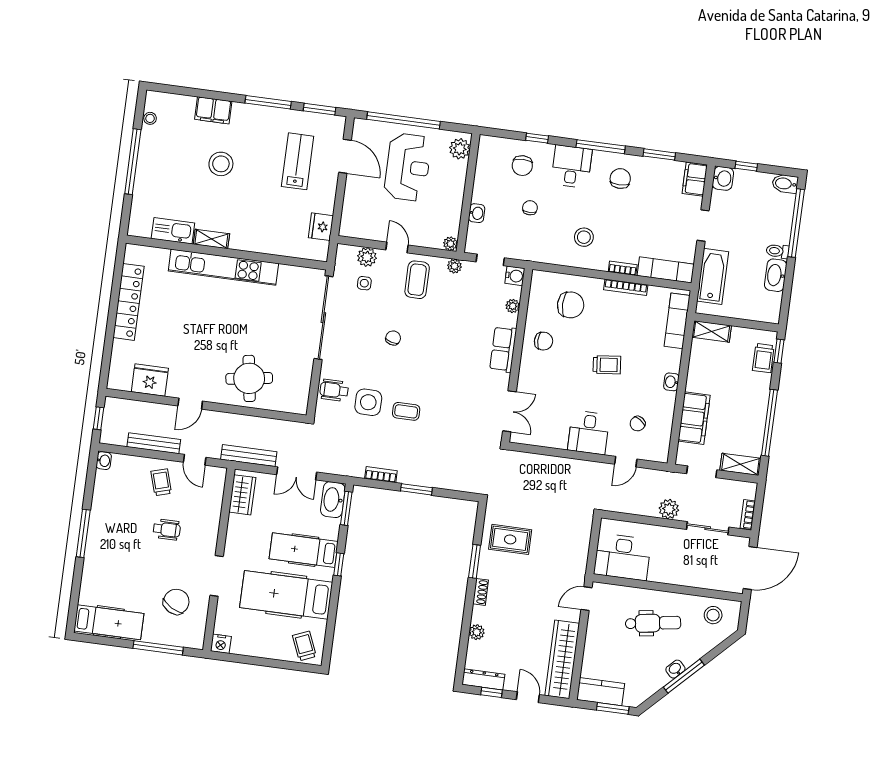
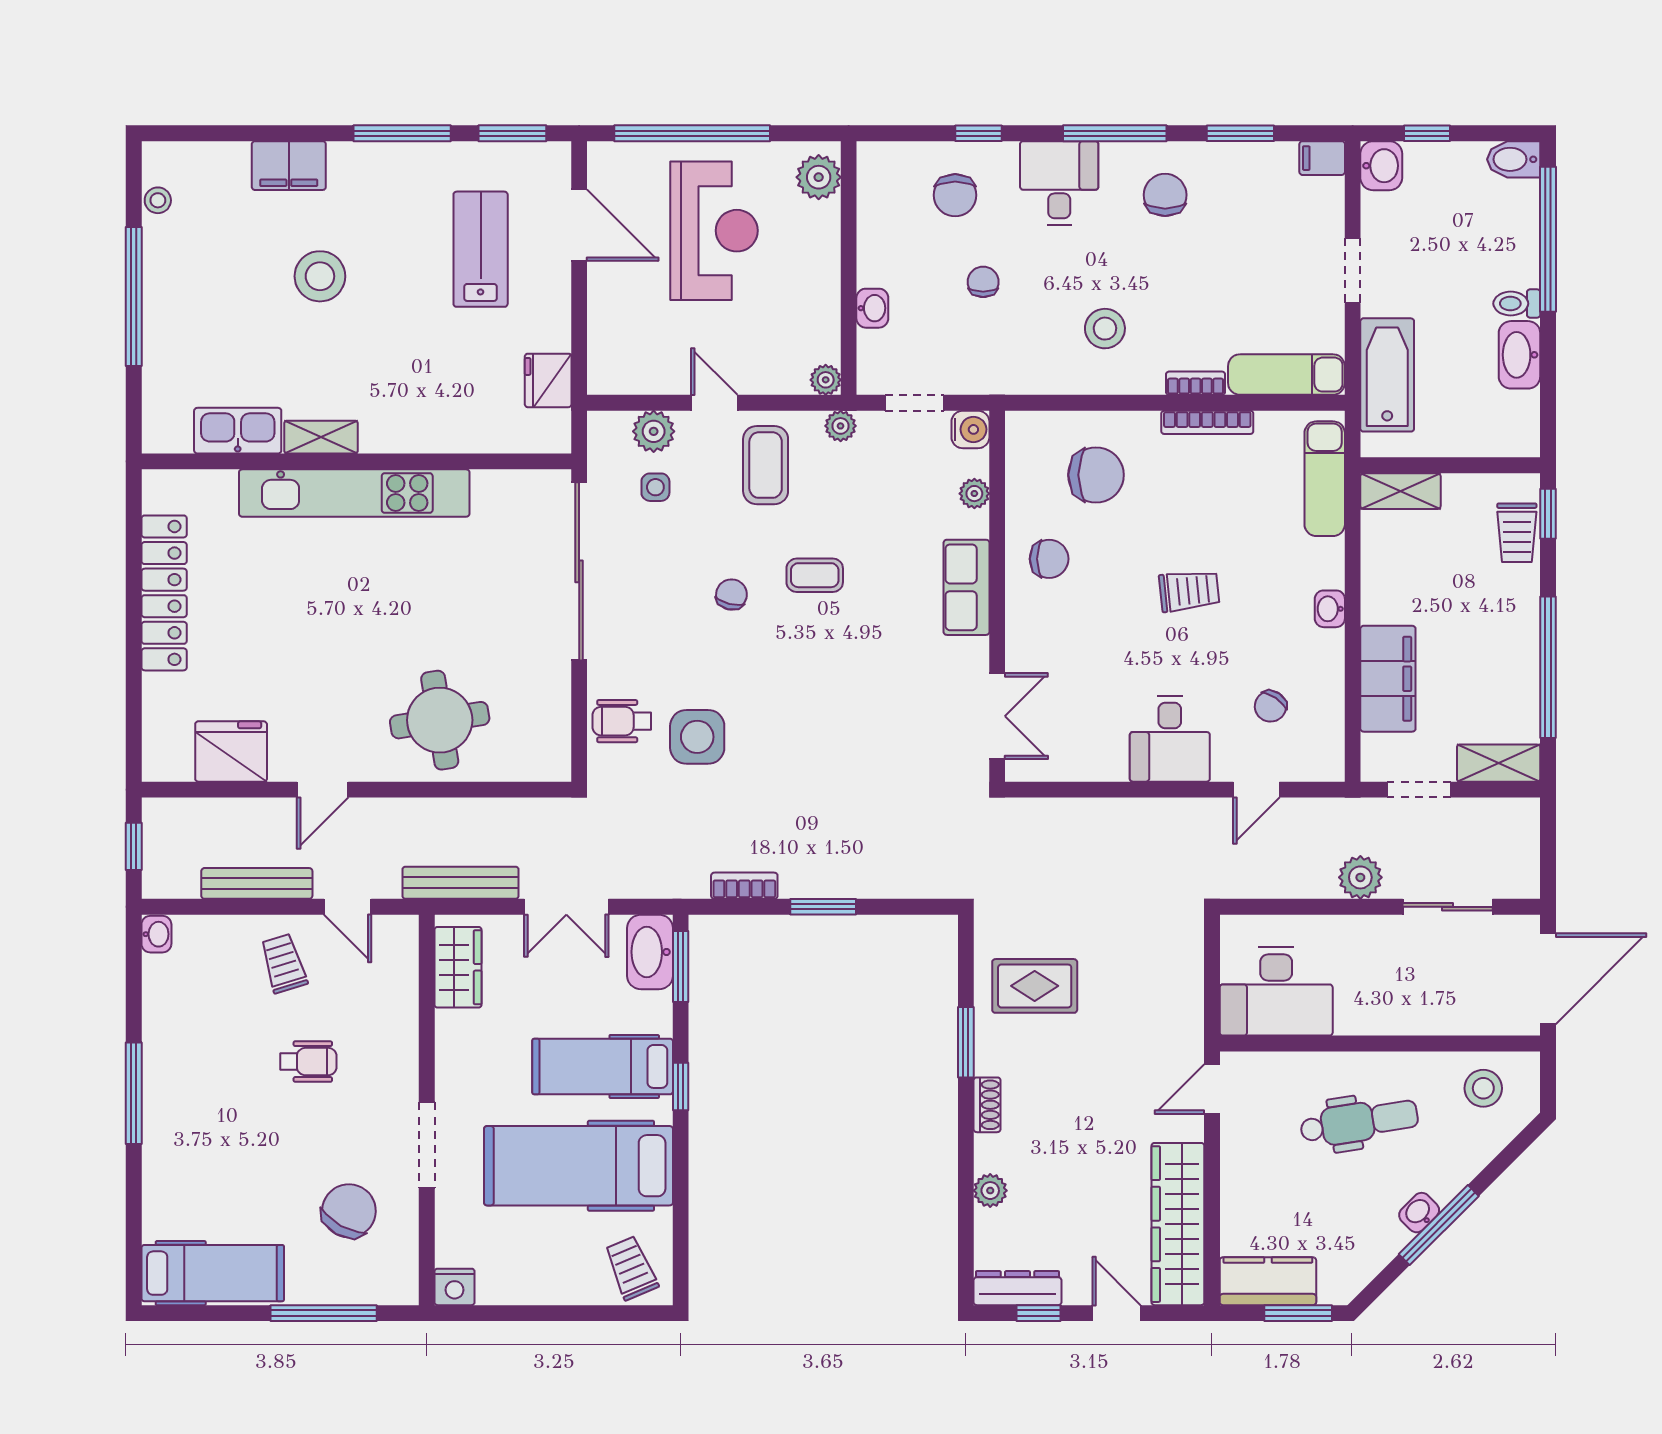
filing cabinet: (695, 179) -> (1322, 158), width x0.50
coffee table: (406, 411) -> (815, 575), moved
bookcase: (748, 515) -> (1528, 867), removed

